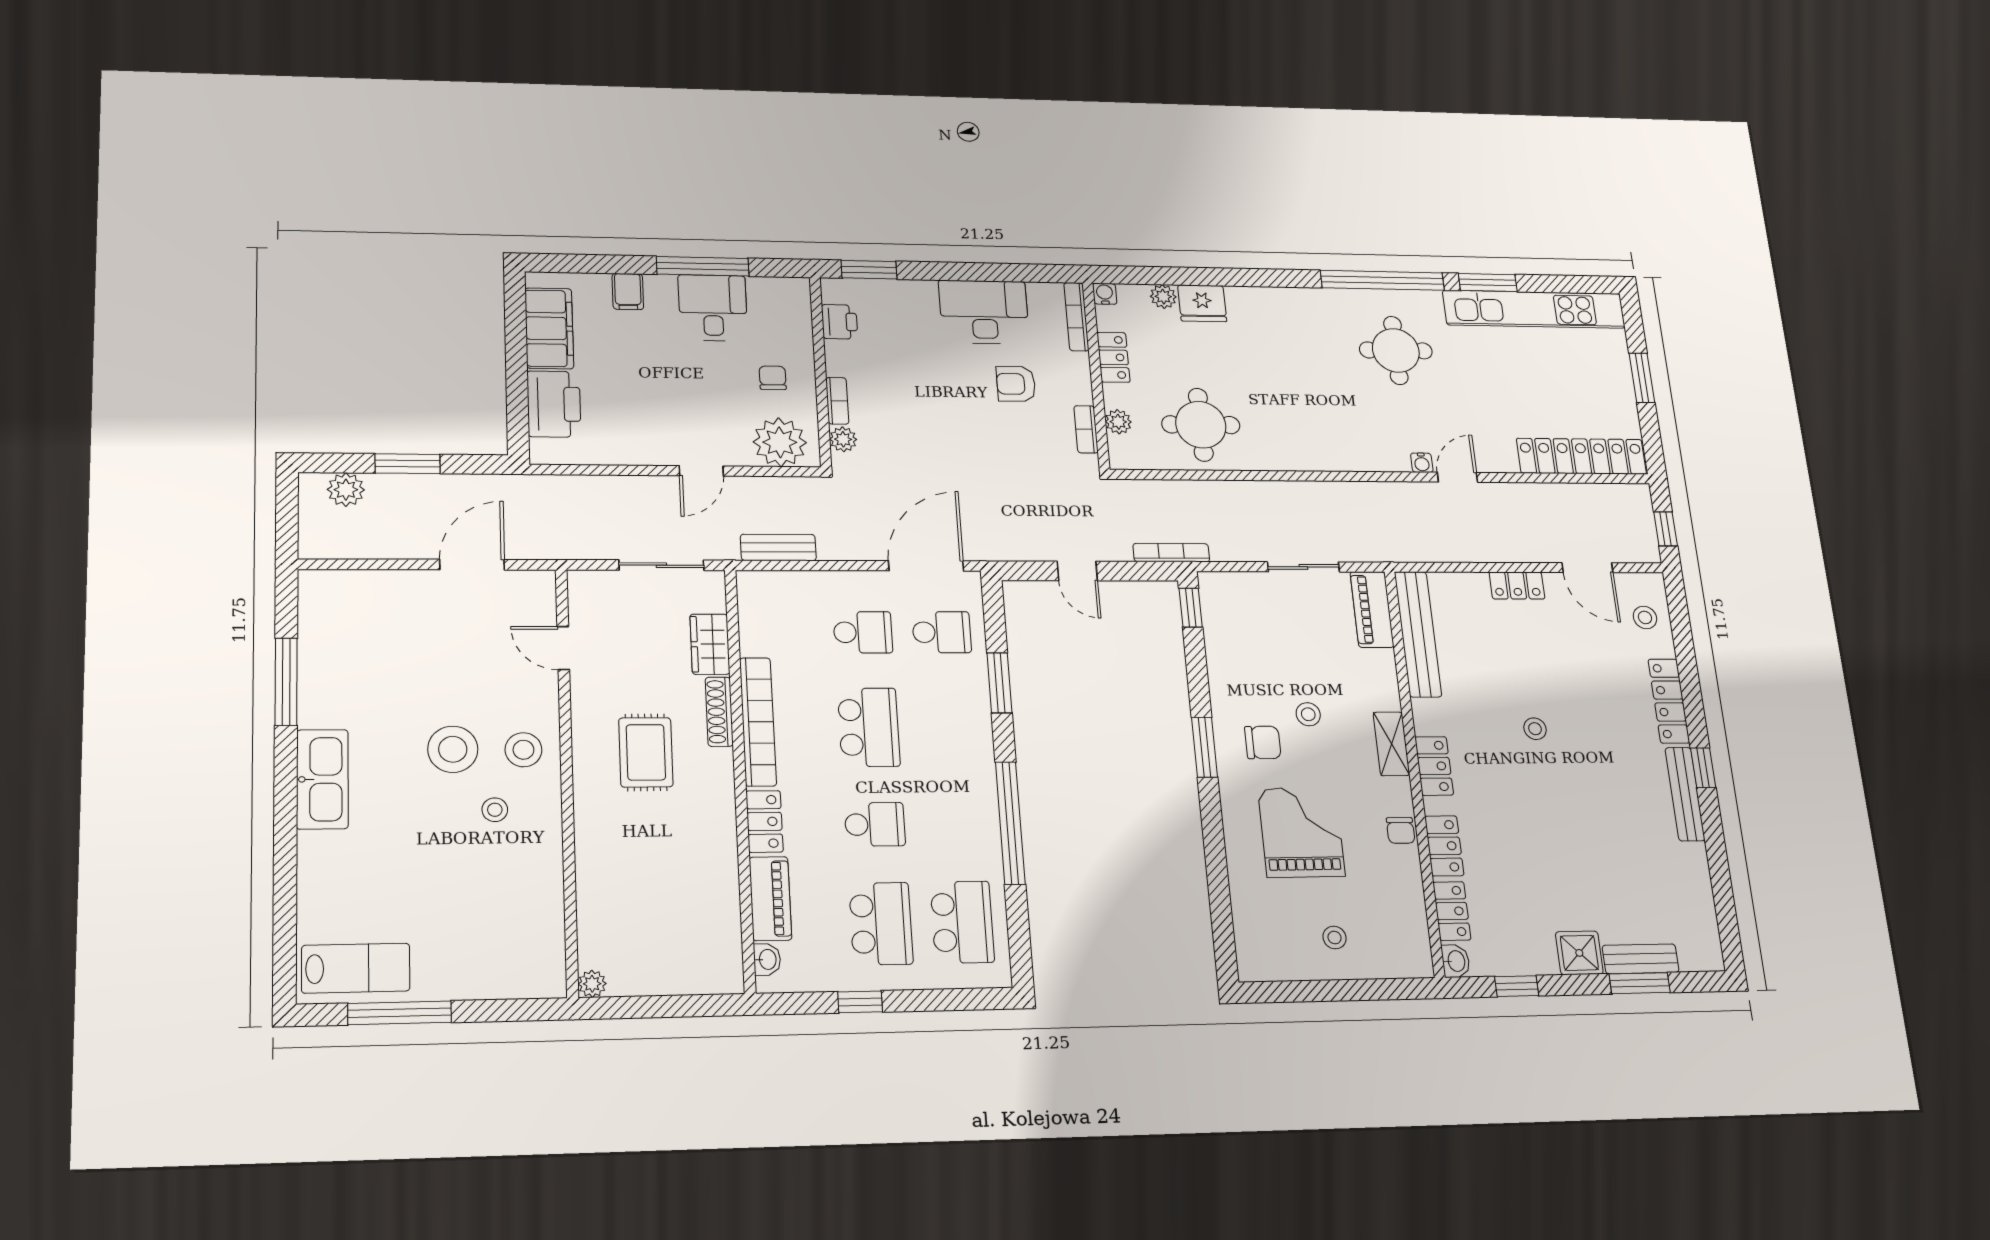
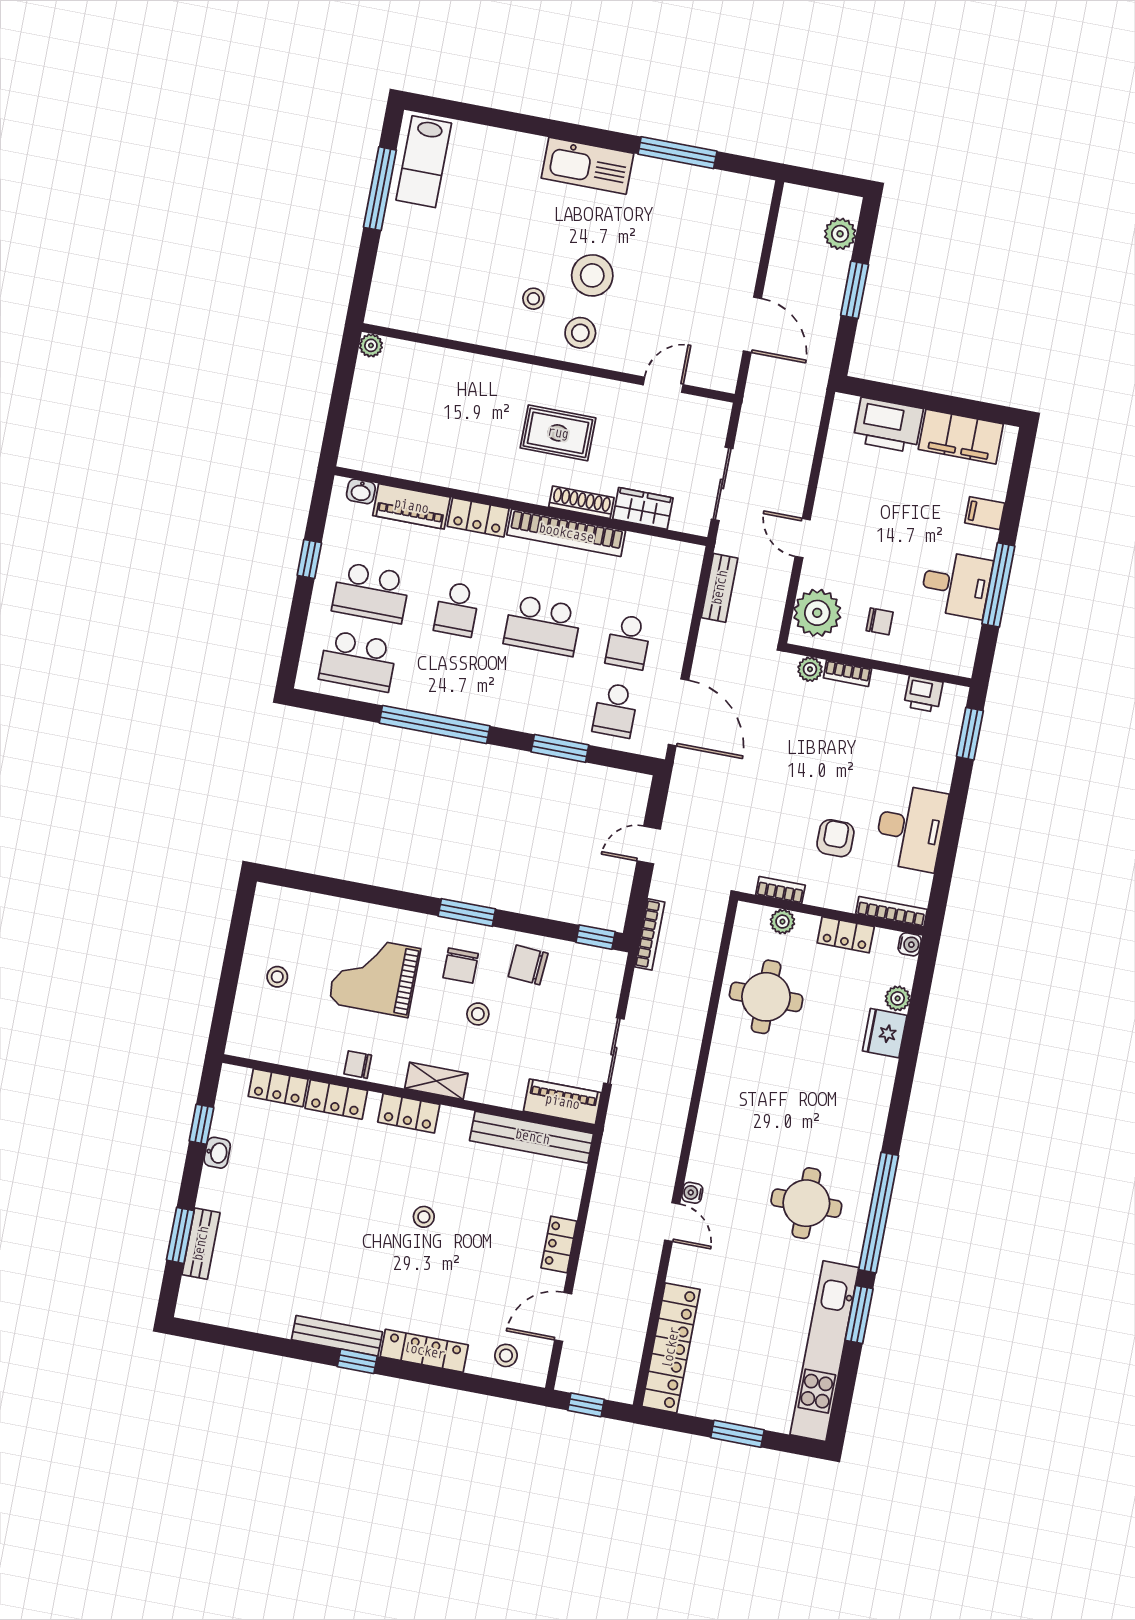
chair: (1241, 672) -> (528, 965), added
grand piano: (1301, 832) -> (374, 976), turned 180
shower: (1579, 953) -> (218, 1190), removed
washbasin: (1456, 961) -> (217, 1153), moved, turned -90

